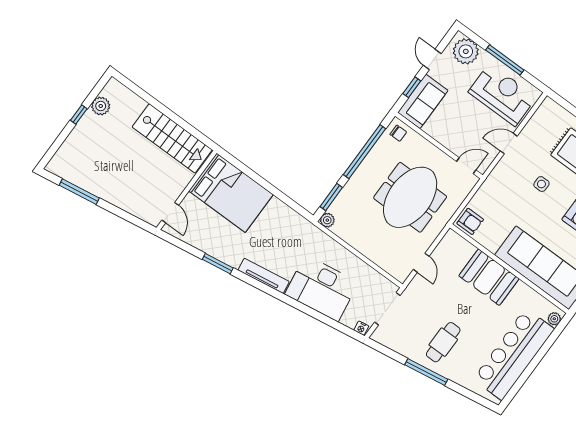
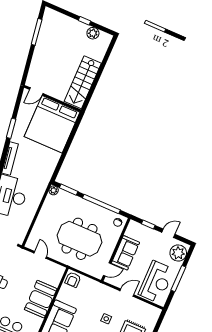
sofa: (423, 101) -> (125, 253), moved, turned -90
door: (509, 144) -> (127, 293), hinge flipped
door: (466, 166) -> (107, 269), hinge flipped
bed: (231, 193) -> (52, 124), width x1.36
door: (421, 263) -> (40, 255), swing flipped

